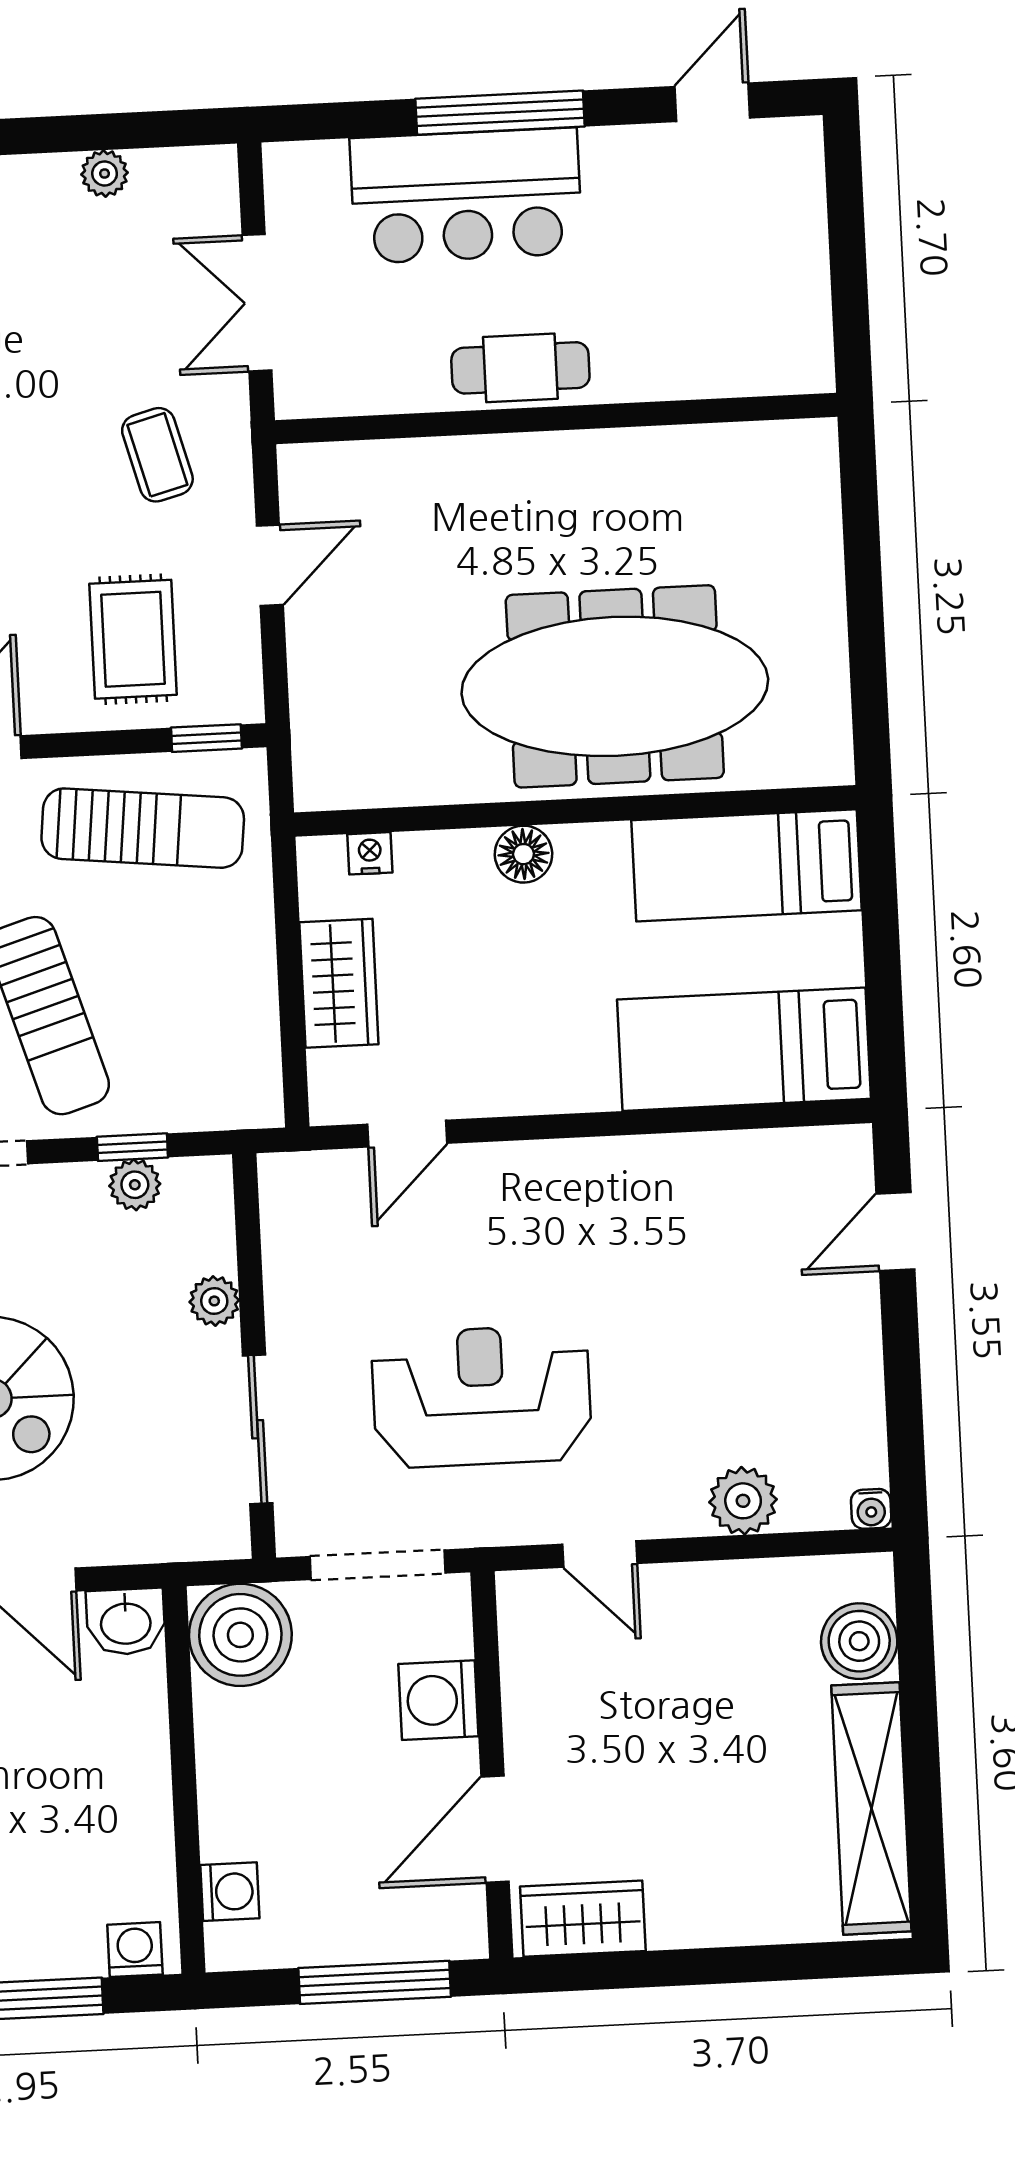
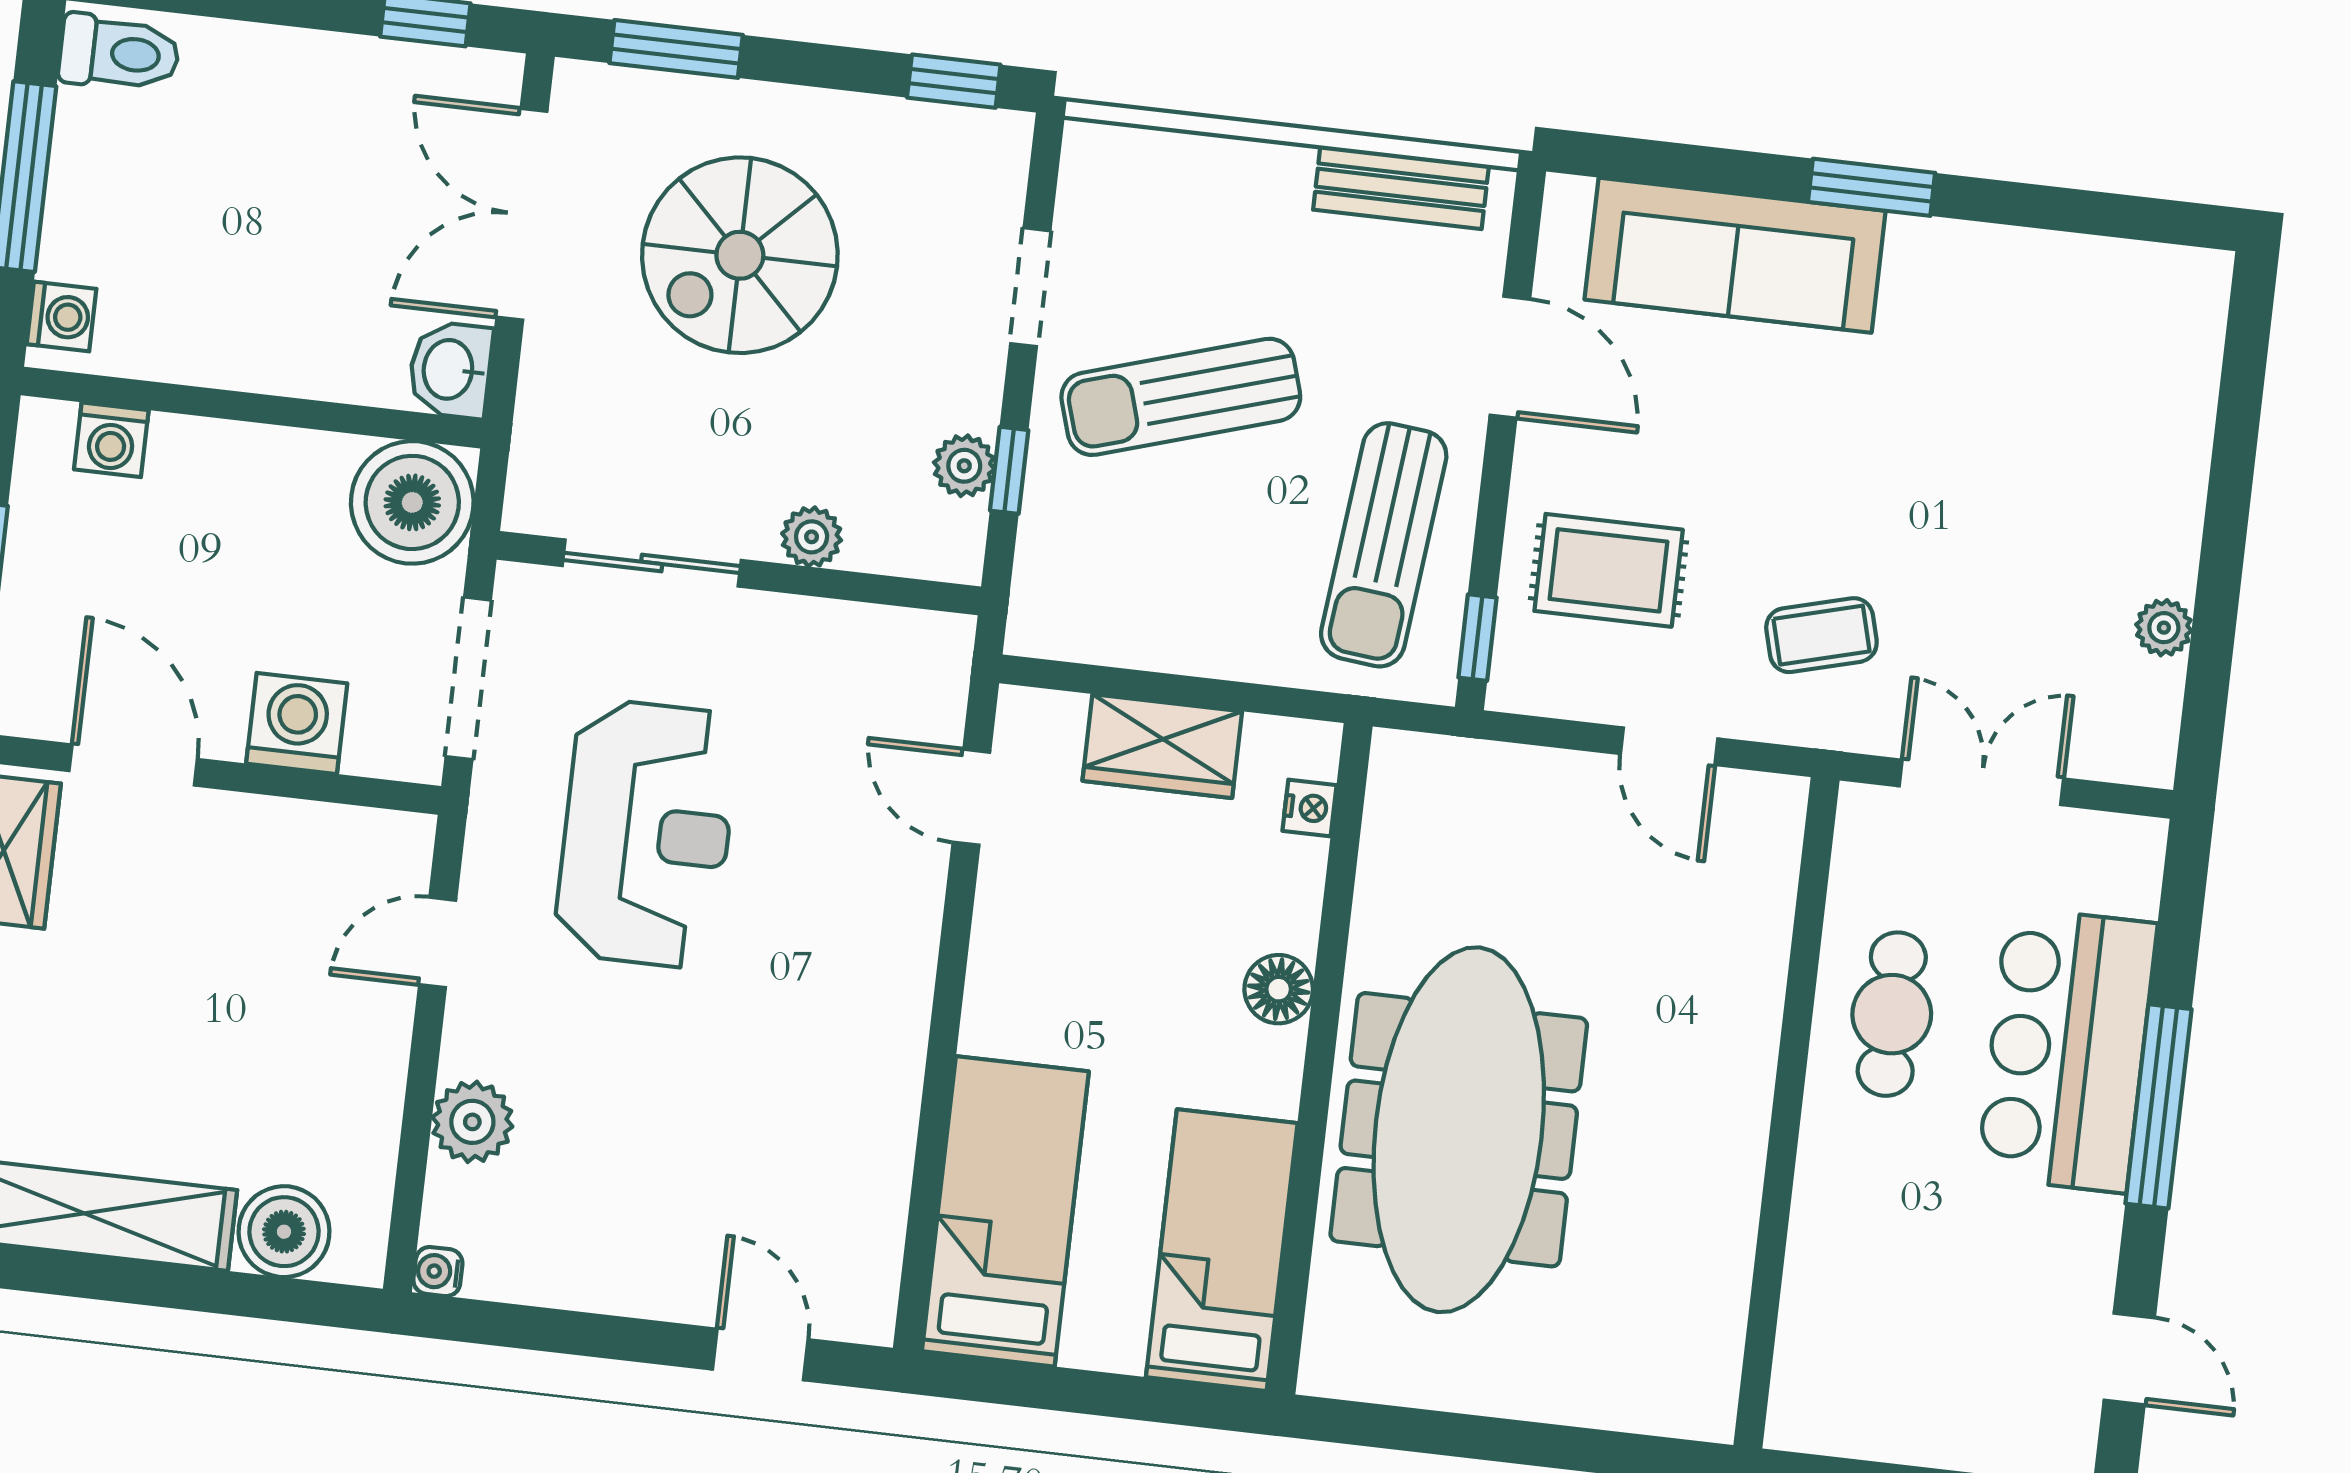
cafe table: (520, 368) -> (1892, 1014), moved

